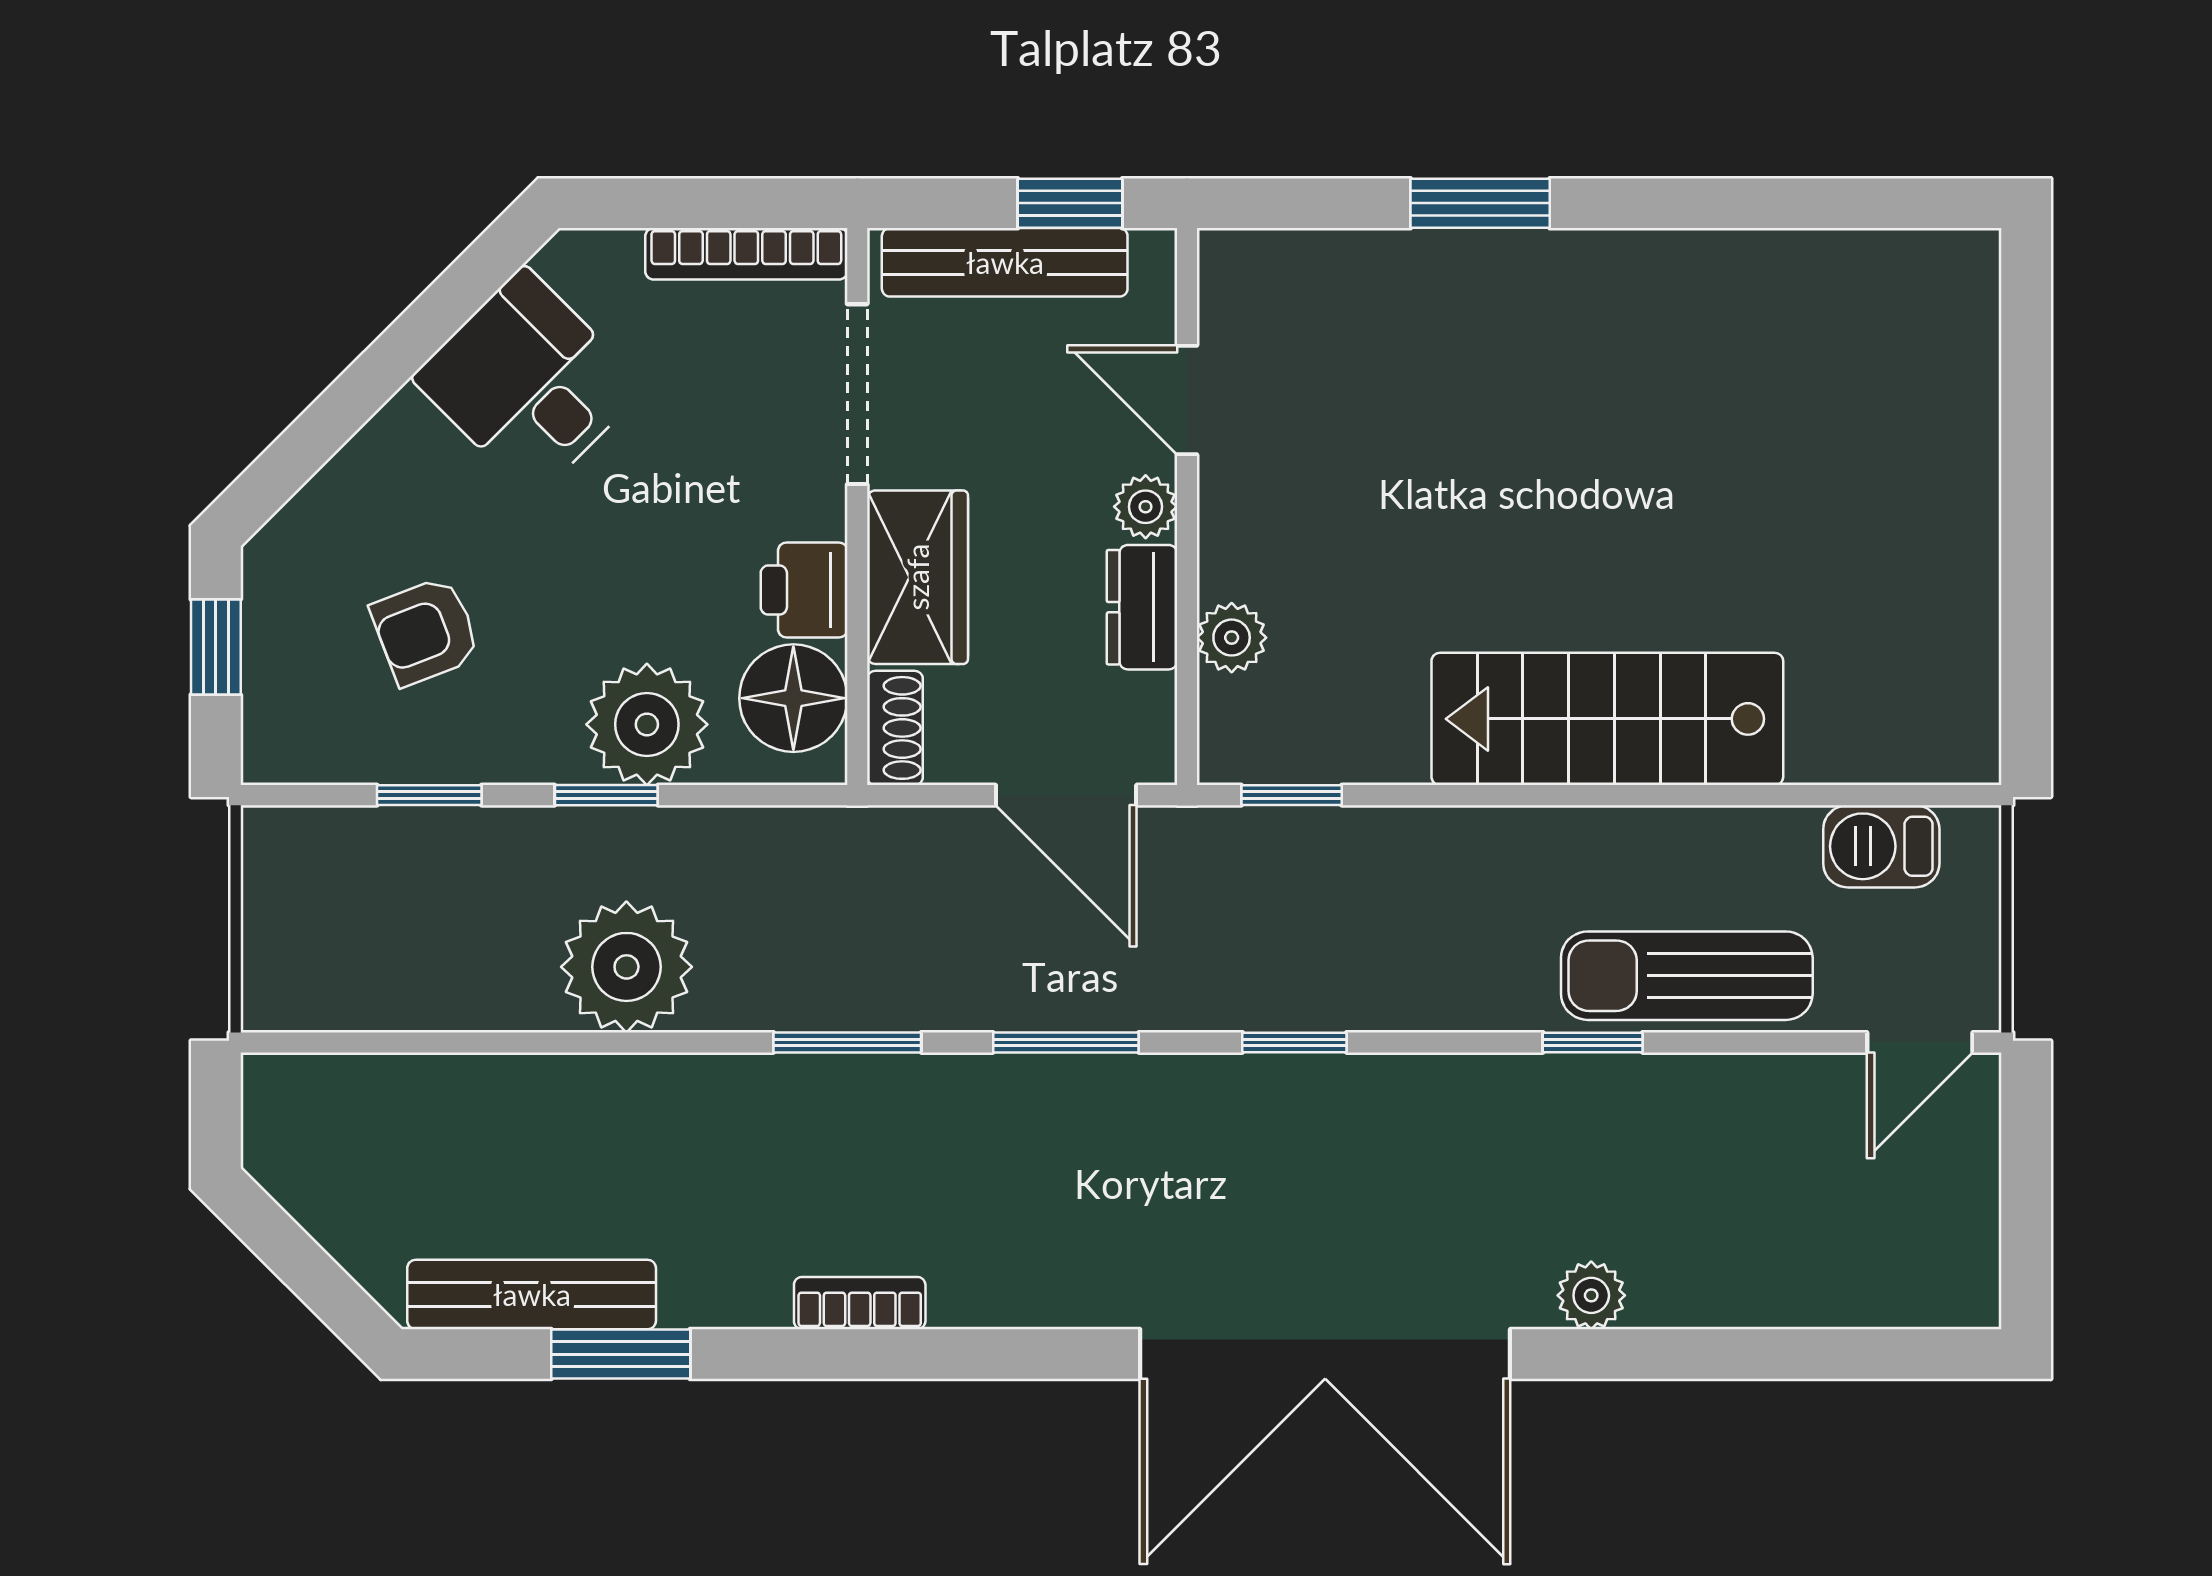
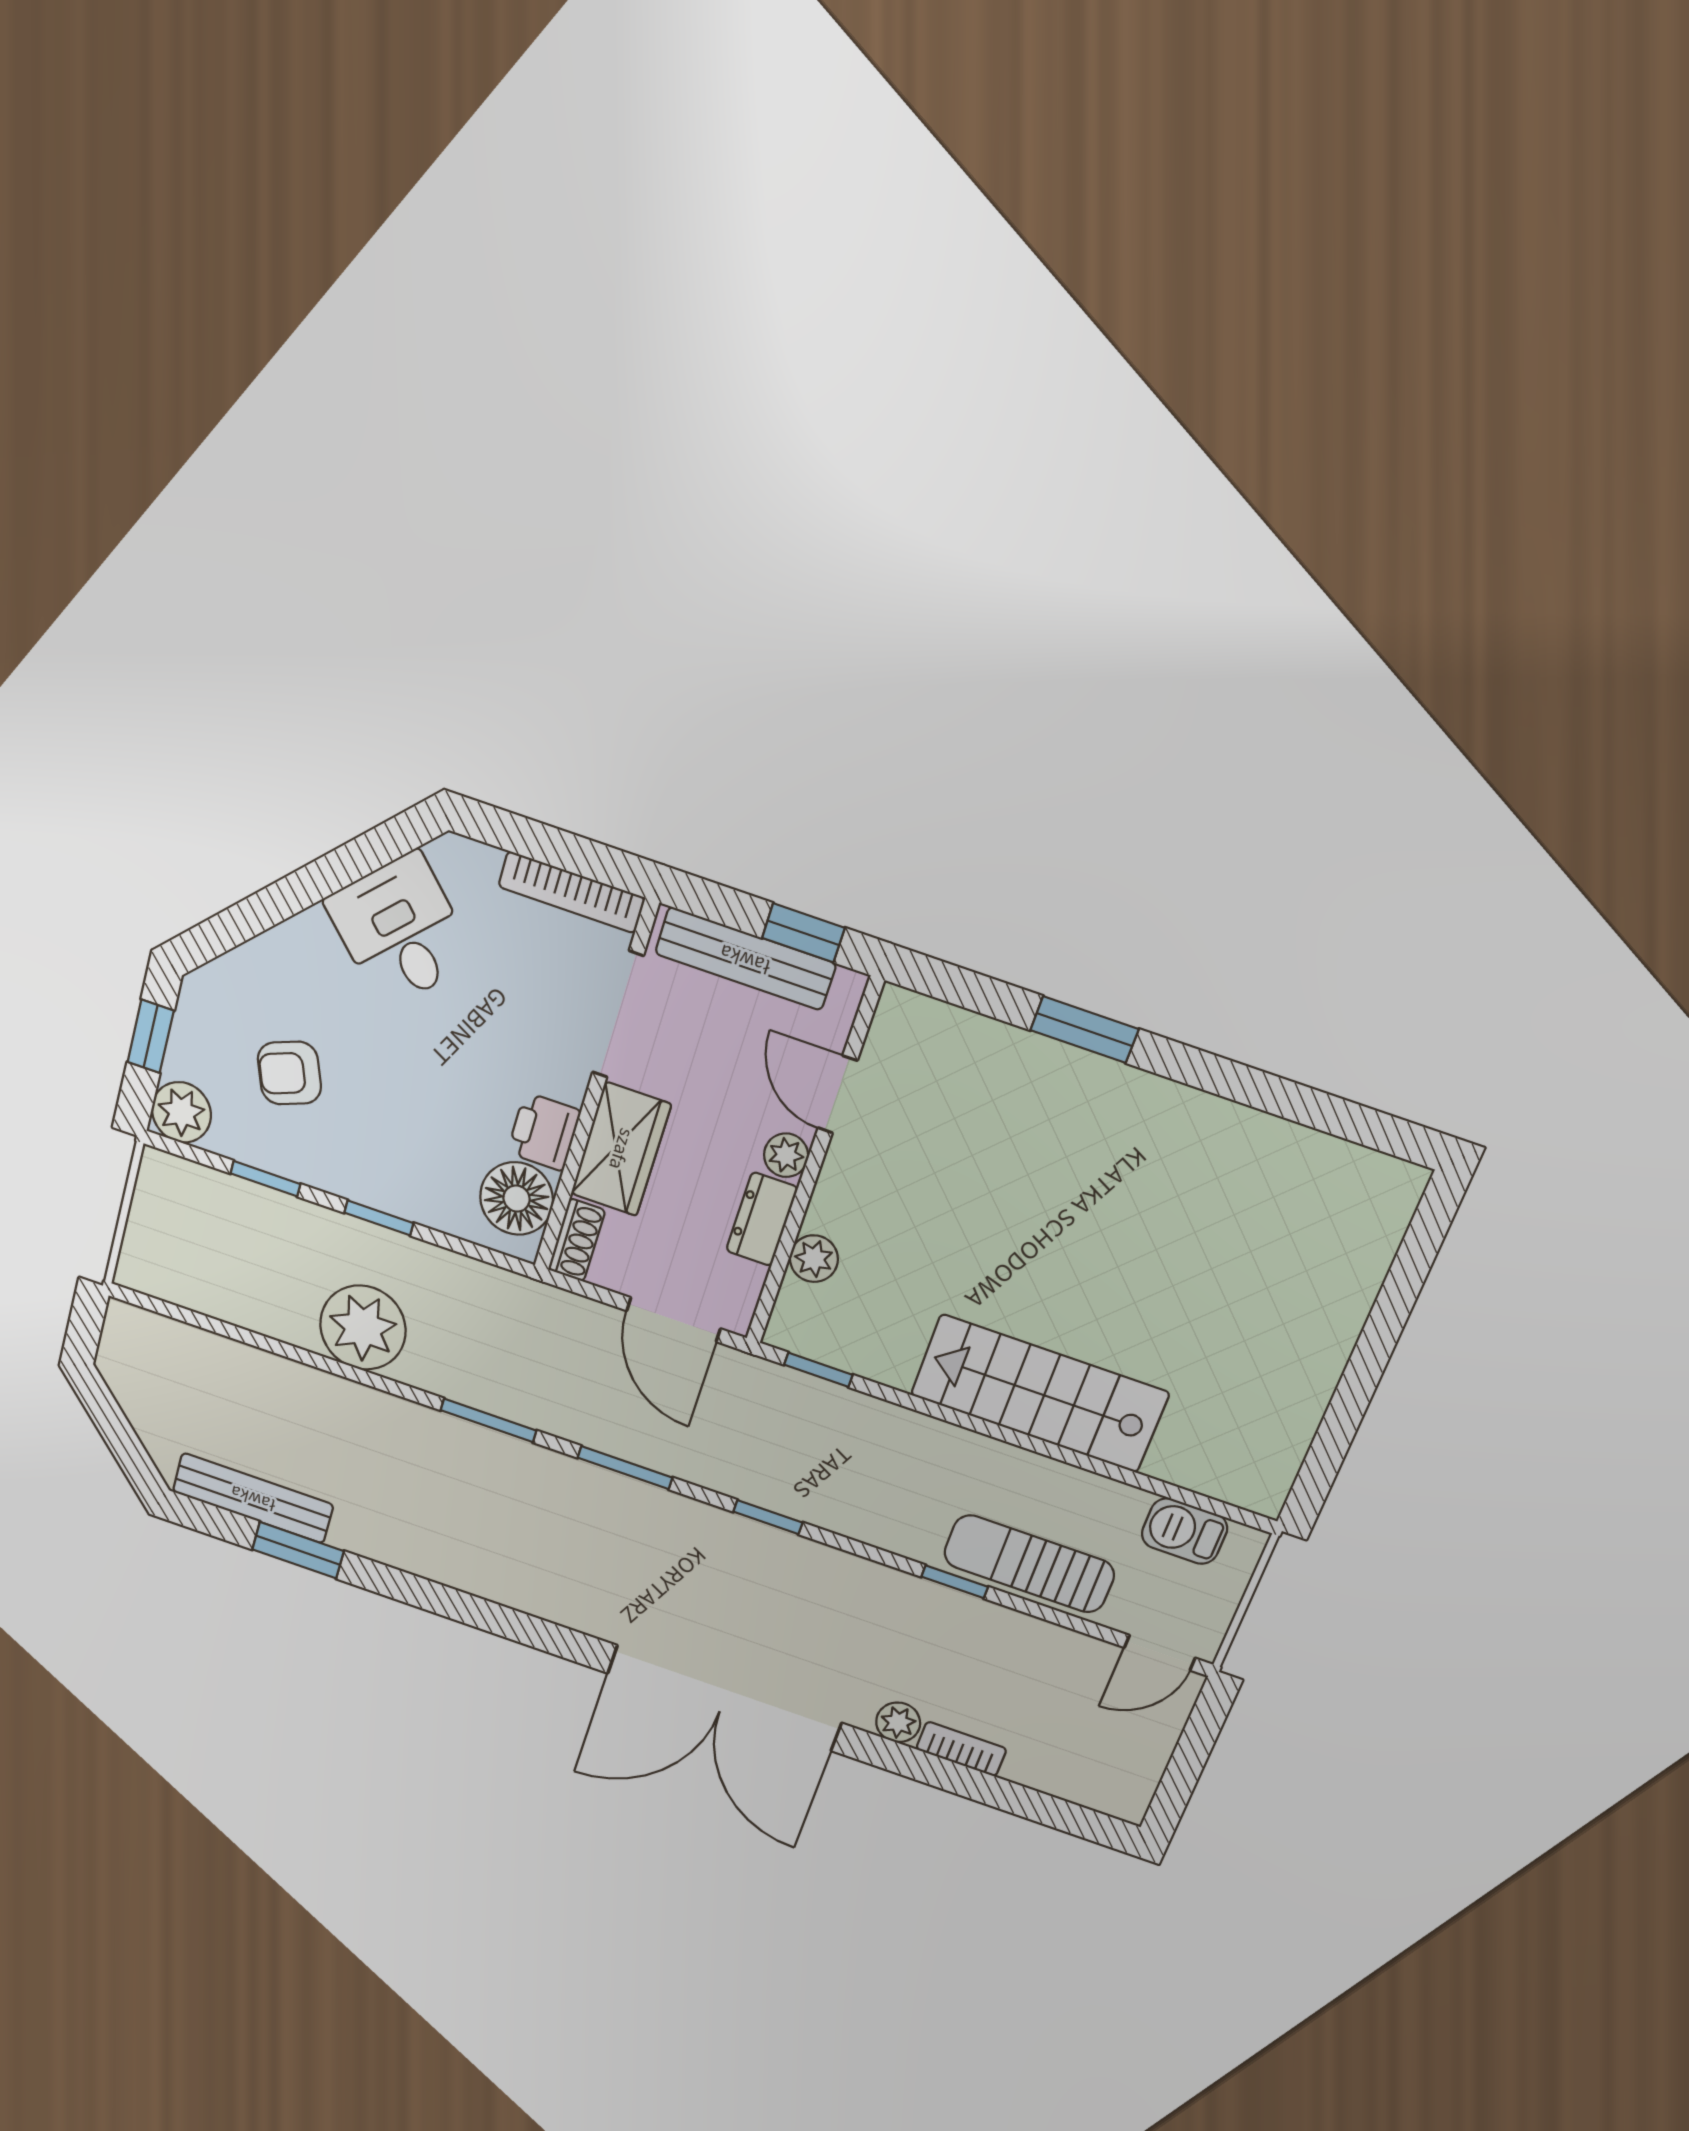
plant: (647, 724) -> (181, 1112), moved, width x0.73, depth x0.73
bookcase: (860, 1303) -> (961, 1749), moved

